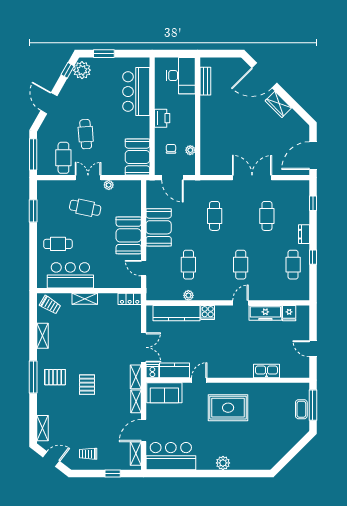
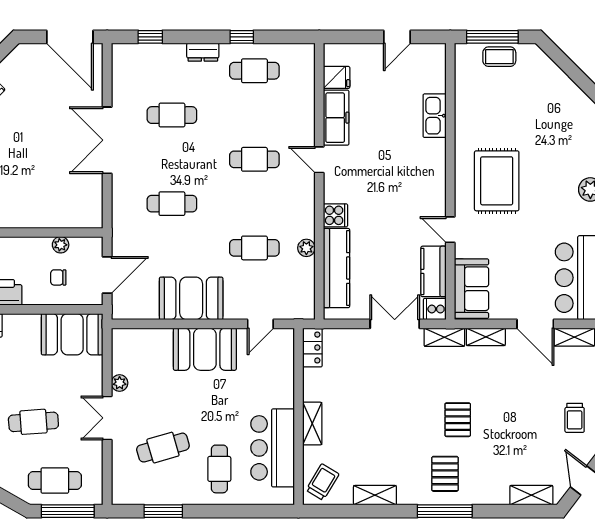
cafe table: (63, 158) -> (55, 481), moved
cafe table: (85, 208) -> (163, 448), moved, turned 62
pallet: (87, 385) -> (458, 420), turned 90

